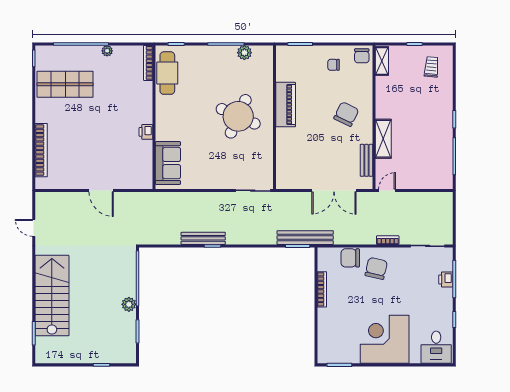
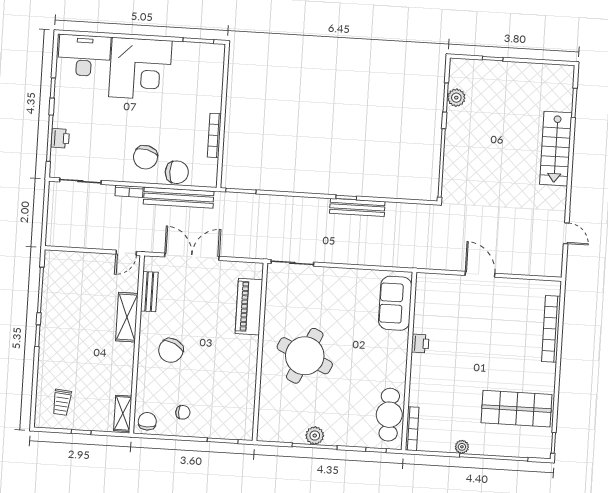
plant: (244, 53) -> (315, 436), moved
piano: (286, 105) -> (249, 307), moved
bench: (305, 238) -> (179, 198), moved
stairs: (52, 296) -> (556, 149), width x0.73, depth x0.66
plant: (129, 304) -> (456, 98), moved
desk: (436, 347) -> (84, 56), width x1.37

